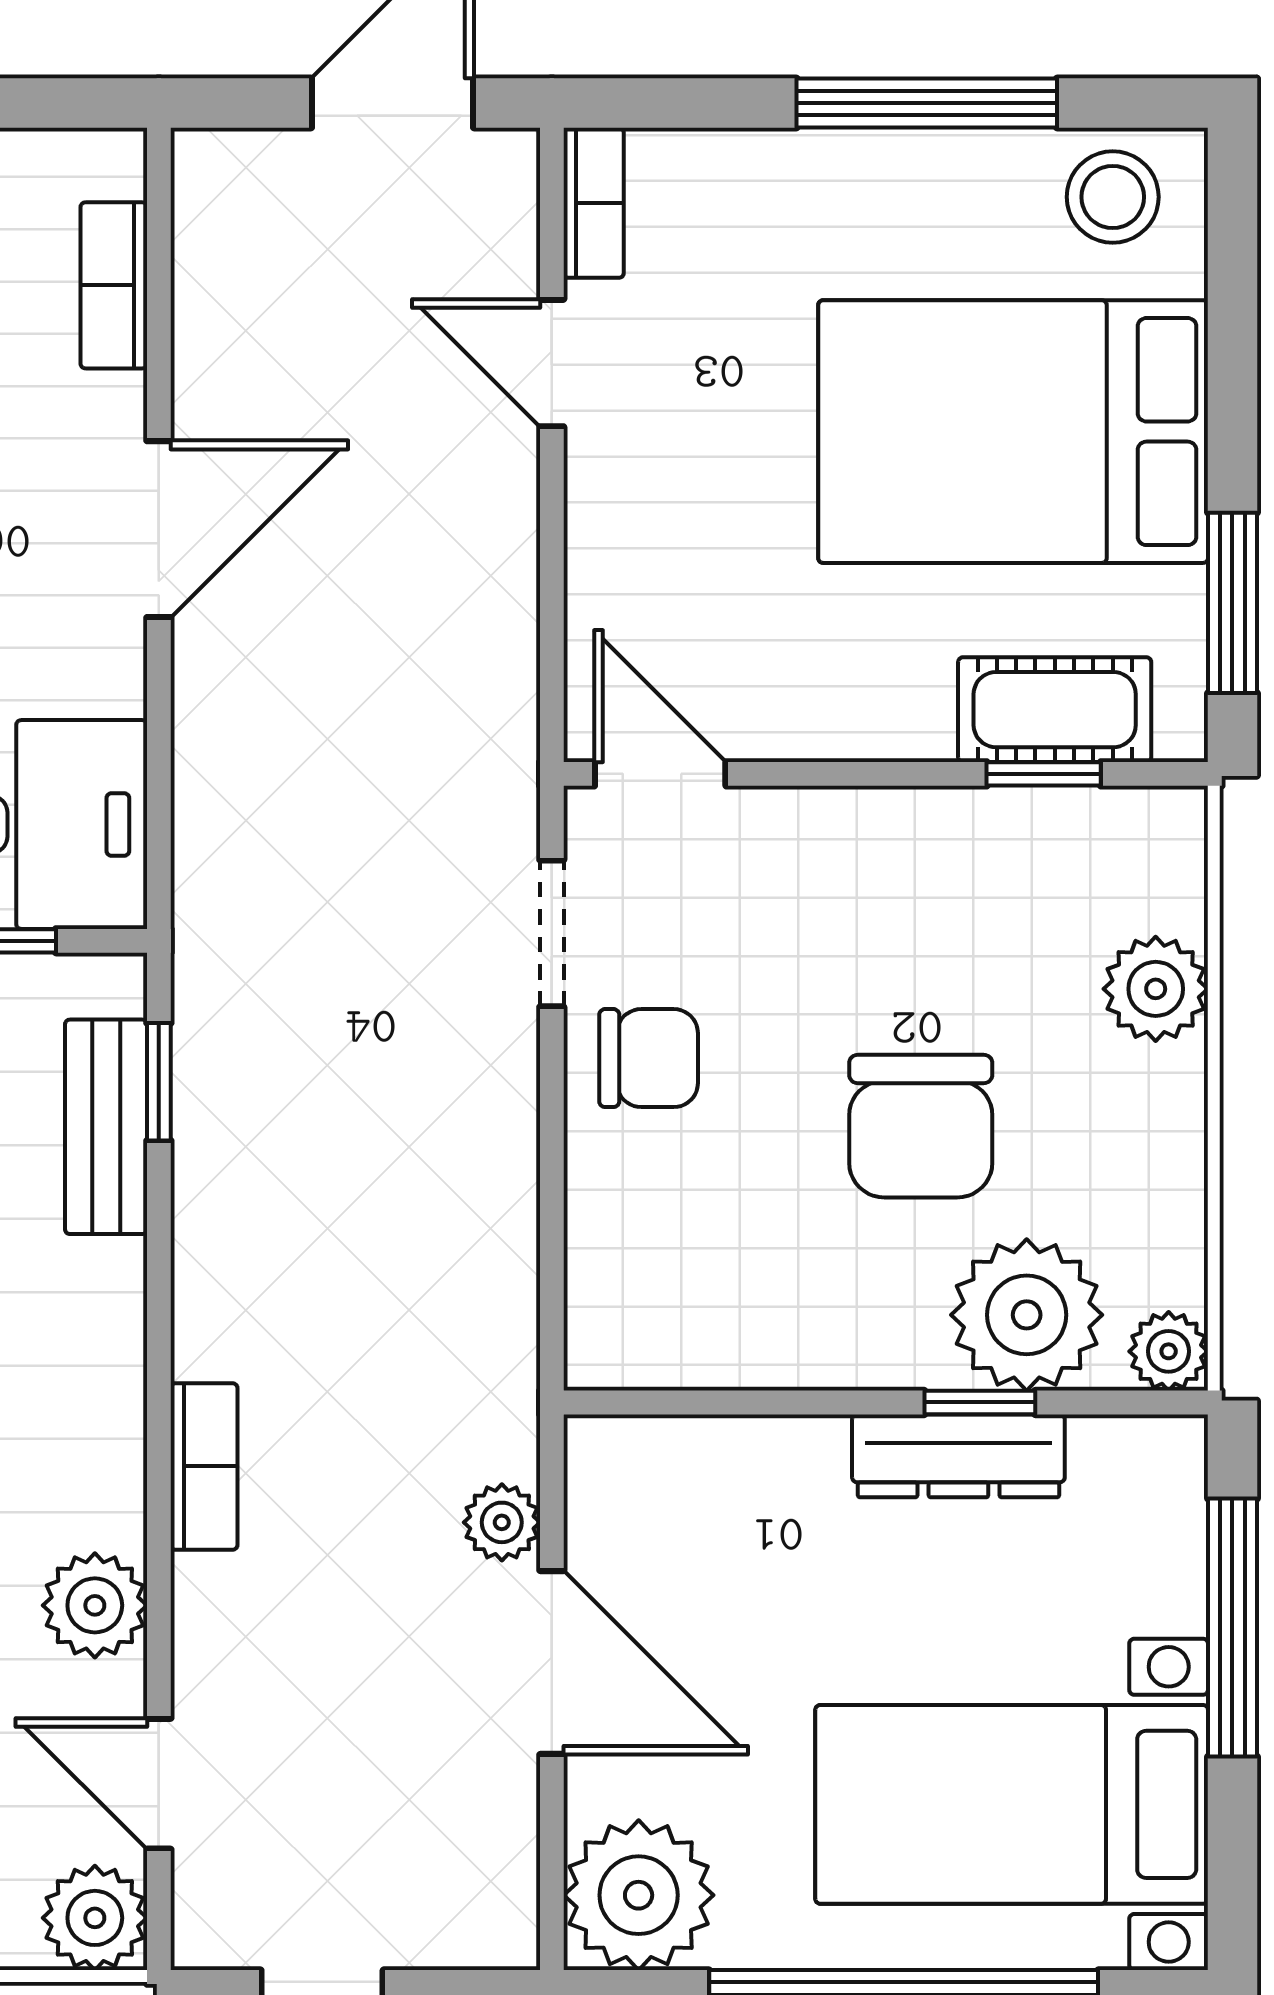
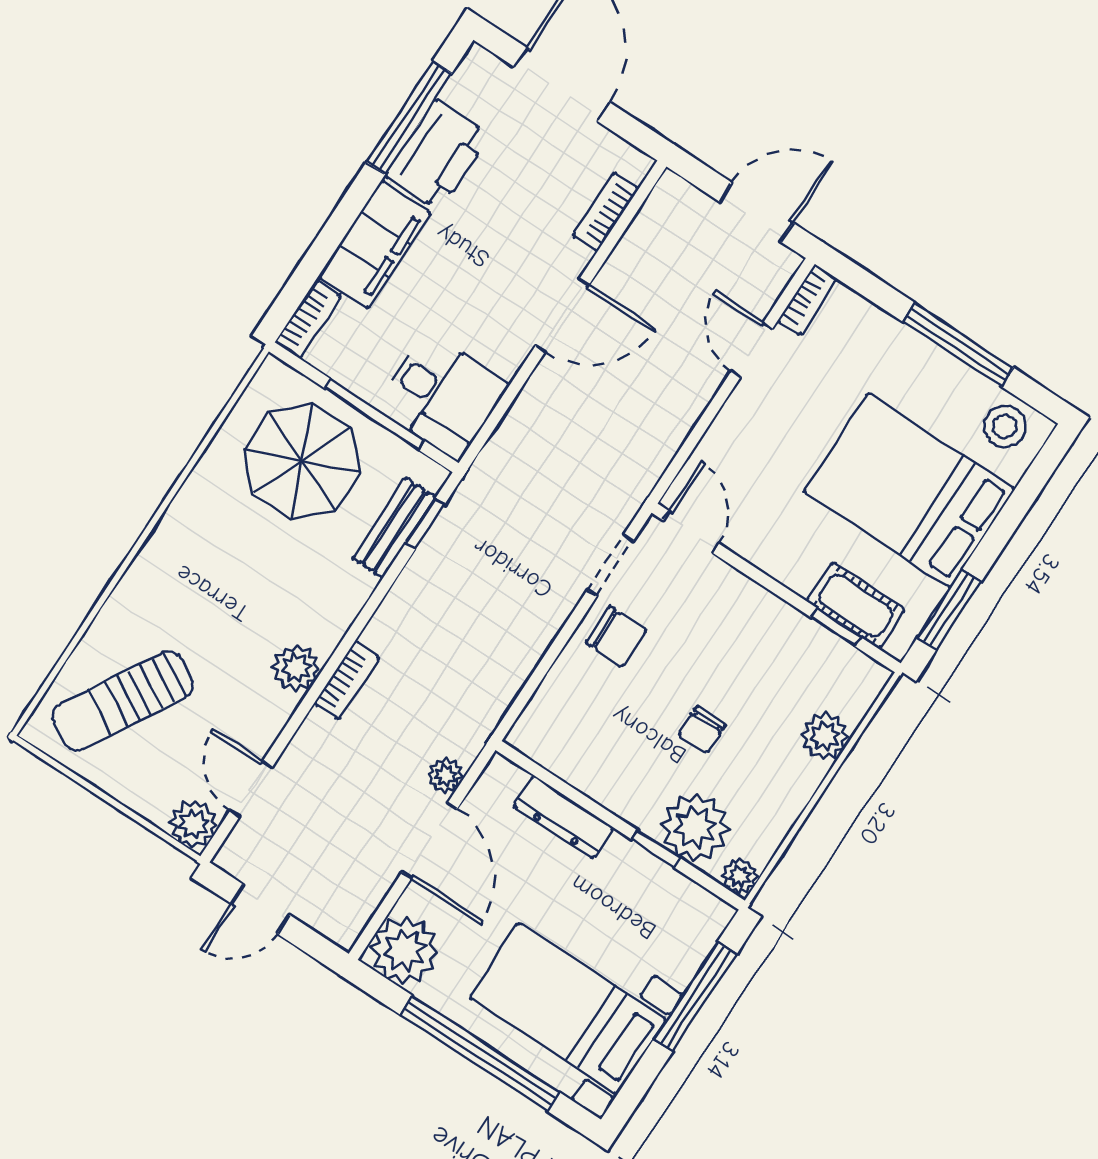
chair: (921, 1126) -> (702, 730), width x0.54, depth x0.54
dresser: (958, 1456) -> (564, 817), moved
plant: (95, 1605) -> (296, 668), moved

